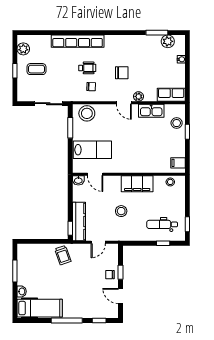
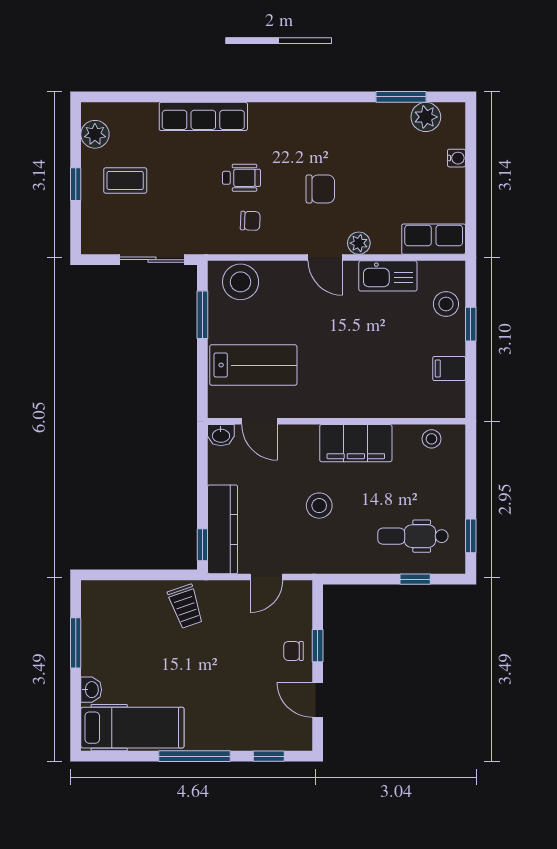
row of seats: (78, 41) -> (203, 116), width x0.73
filing cabinet: (178, 163) -> (449, 369), moved

